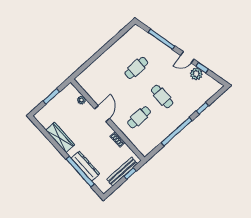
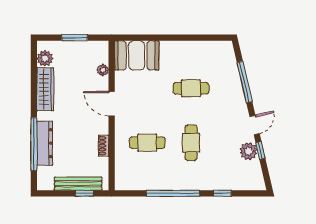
door: (187, 57) -> (255, 125), swing flipped
booth: (92, 76) -> (137, 55), added
door: (102, 114) -> (112, 104), swing flipped
plant: (45, 121) -> (45, 58), added

